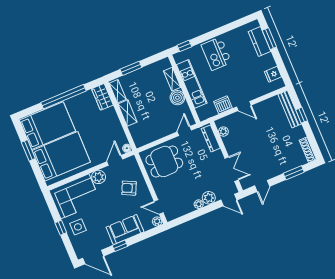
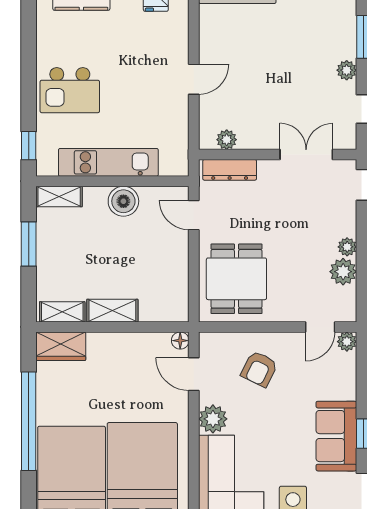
window: (131, 68) -> (29, 244), moved
shelving: (172, 79) -> (59, 196), moved
dishwasher: (223, 105) -> (175, 119), removed
plant: (276, 171) -> (347, 70), added
plant: (209, 198) -> (343, 272), moved
sofa: (125, 229) -> (336, 436), moved

